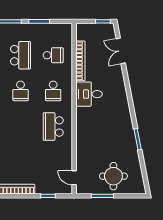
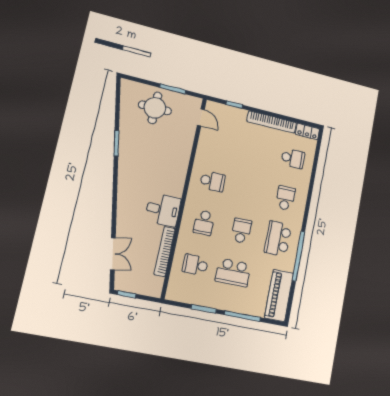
school desk: (21, 55) -> (233, 273), turned -90
school desk: (53, 91) -> (204, 223), turned 180
school desk: (53, 127) -> (213, 181), width x0.54

